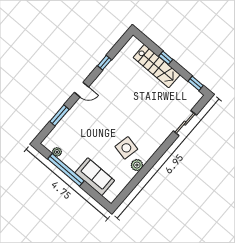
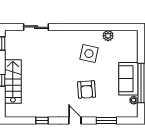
armchair: (99, 121) -> (87, 90), added
plant: (137, 165) -> (108, 36), moved
sofa: (95, 177) -> (128, 79), moved

